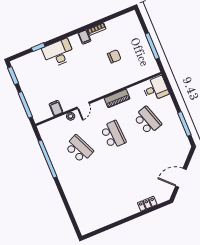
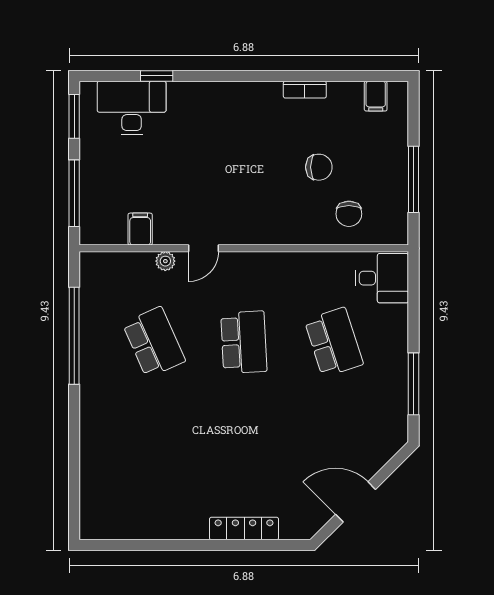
filing cabinet: (84, 37) -> (376, 96), moved
desk: (58, 53) -> (132, 108), moved
chair: (133, 69) -> (349, 214), added
piano: (117, 98) -> (286, 264), removed
locker: (147, 204) -> (244, 529), width x1.53

